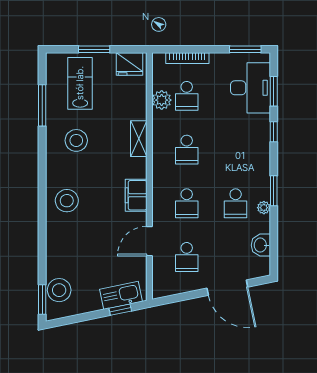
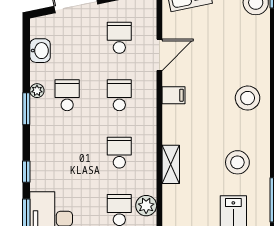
filing cabinet: (136, 195) -> (173, 95), width x0.50

